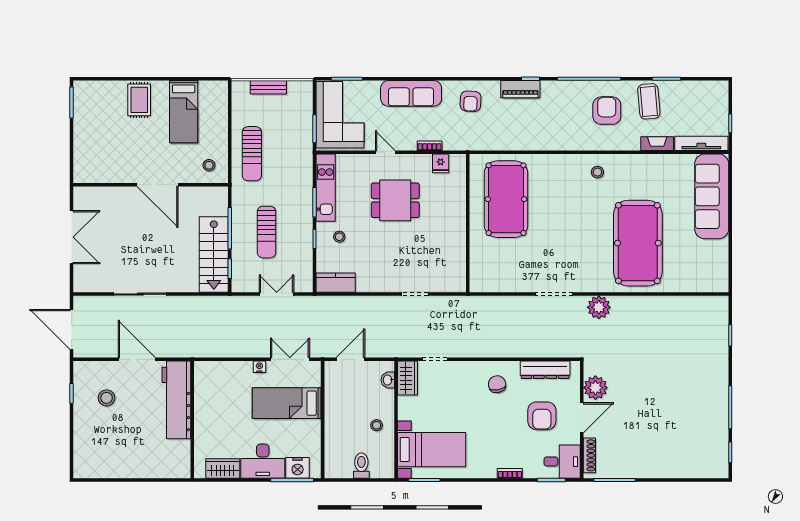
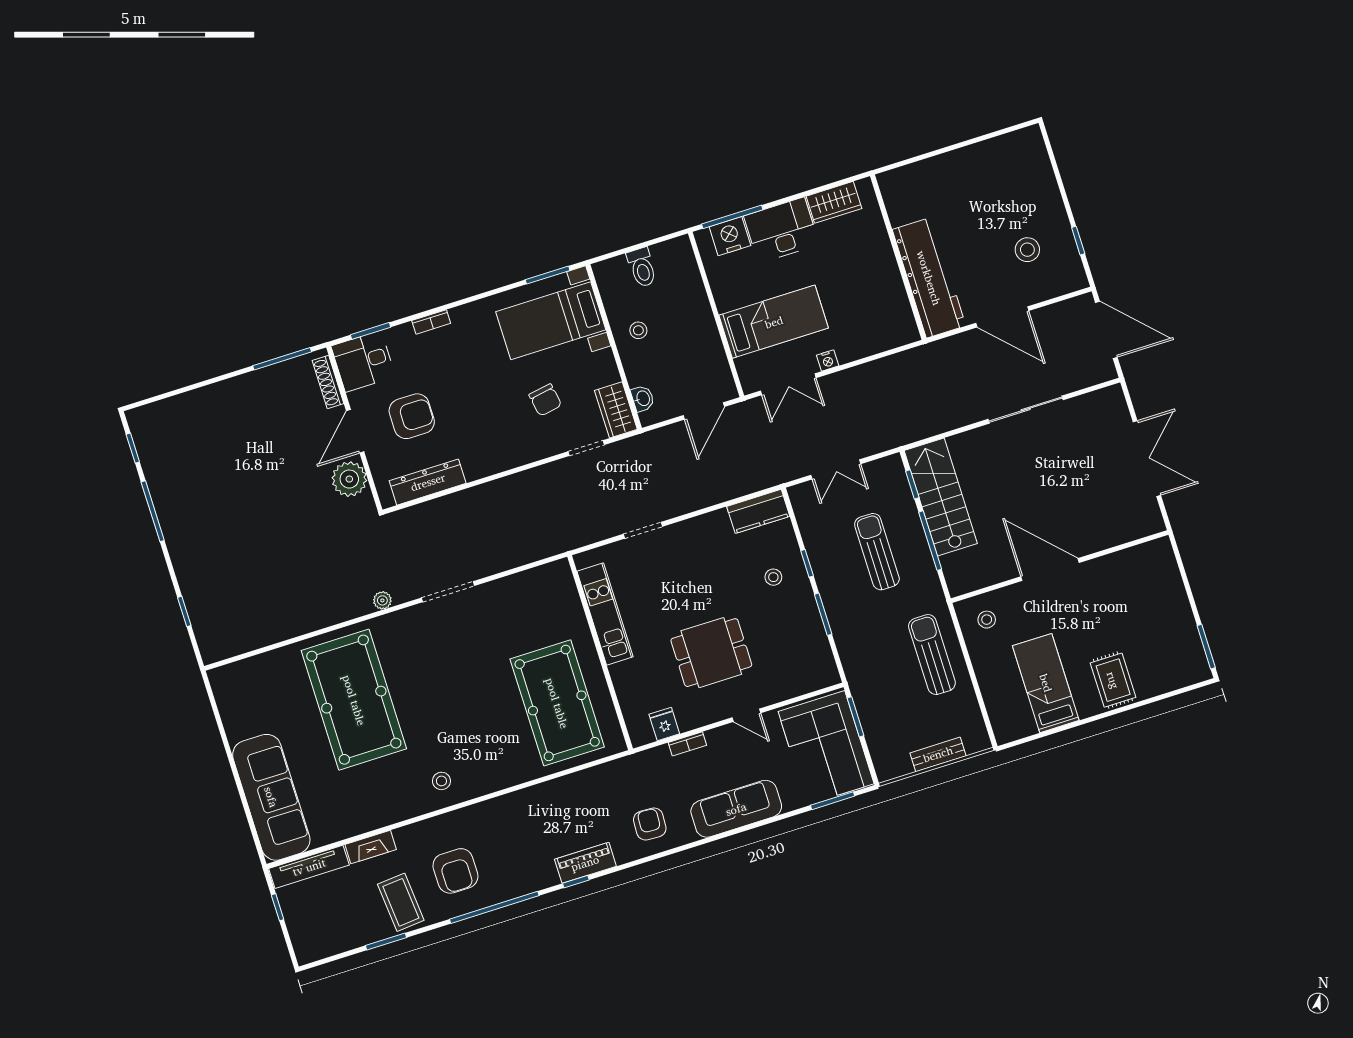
kitchen unit: (326, 188) -> (605, 614), moved, turned 180
double door: (72, 237) -> (1147, 459), swing flipped
plant: (599, 307) -> (382, 600), width x0.53, depth x0.53
chair: (497, 384) -> (545, 400), moved
armchair: (542, 416) -> (412, 416), turned 90

